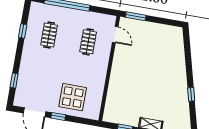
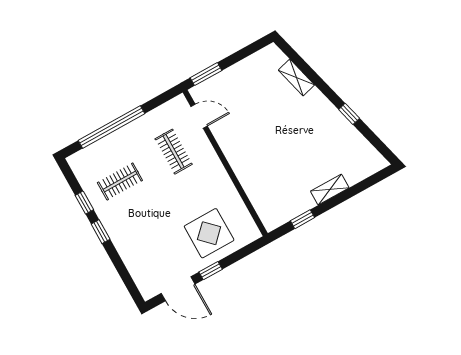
clothes rail: (49, 35) -> (120, 182), turned 90
shelving: (180, 55) -> (296, 78), added
window: (14, 81) -> (101, 232), moved

